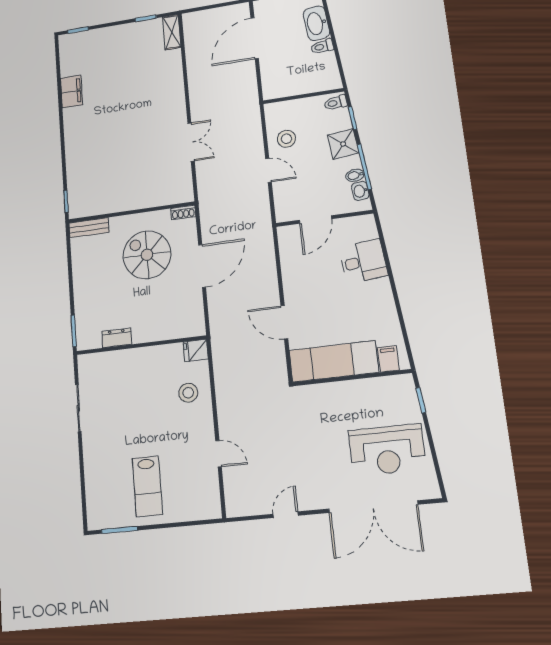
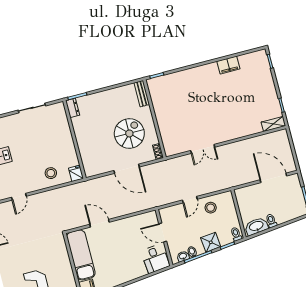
washbasin: (316, 23) -> (256, 226), moved
desk: (363, 261) -> (155, 259), moved
door: (284, 322) -> (100, 223), hinge flipped
dresser: (117, 338) -> (73, 108), moved

